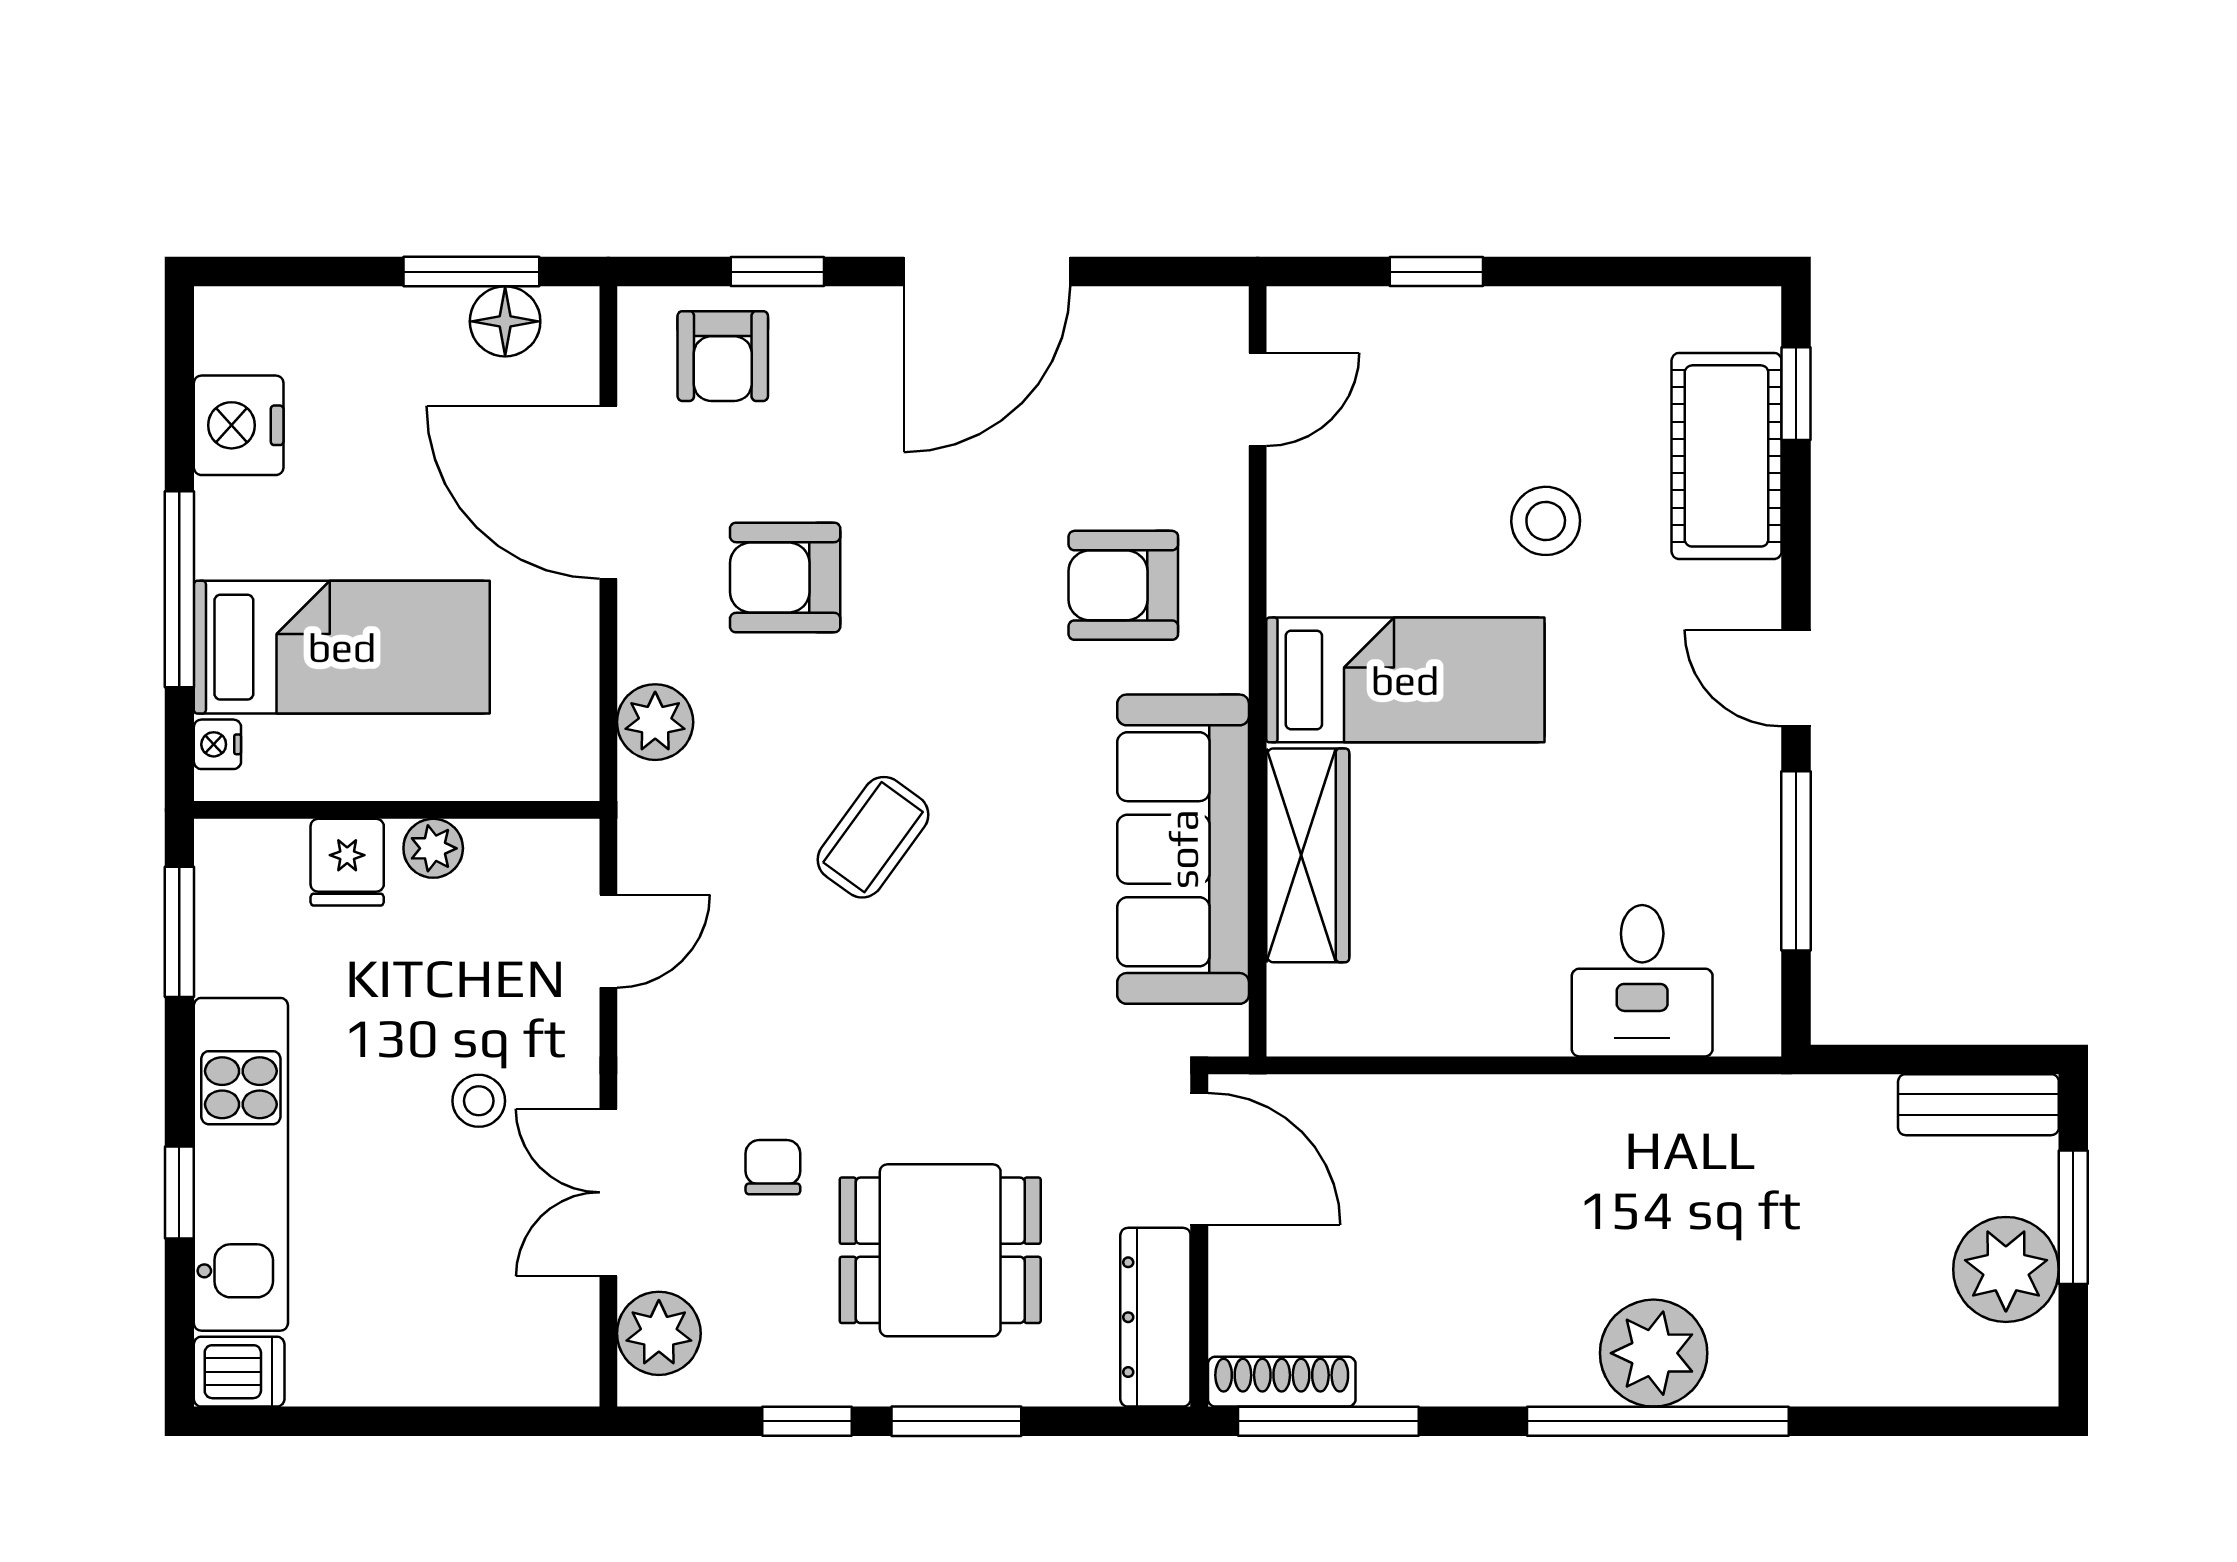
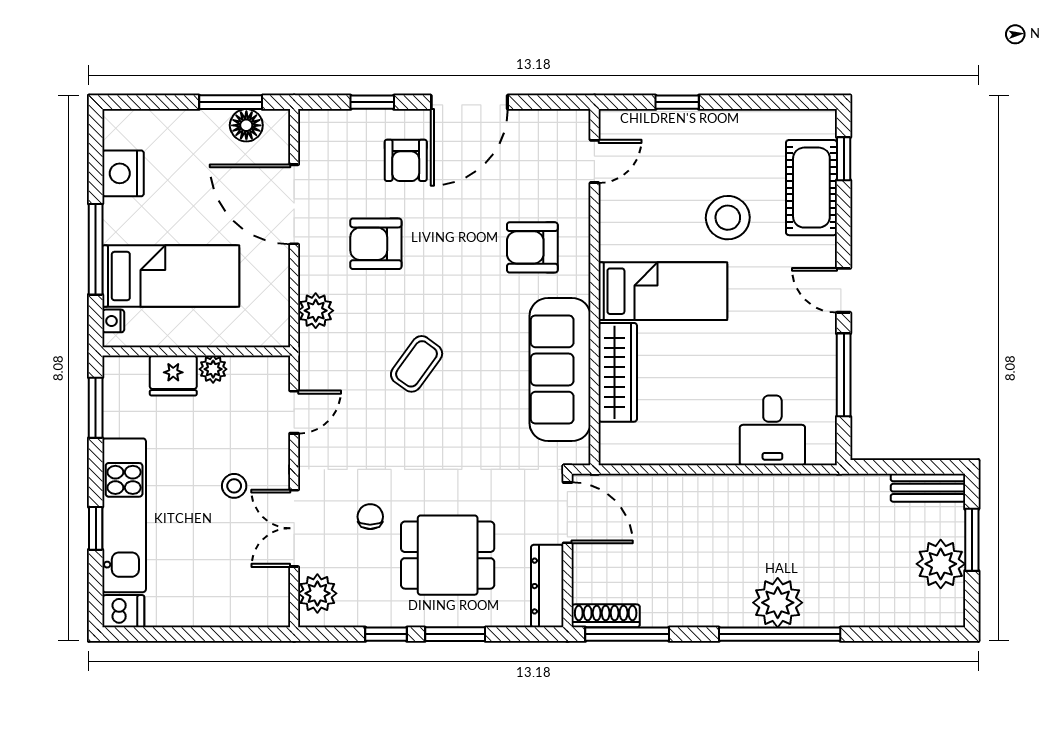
armchair: (723, 356) -> (406, 160), moved
stool: (1546, 521) -> (728, 218), width x1.38, depth x1.38
fridge: (347, 862) -> (173, 376), width x1.38

